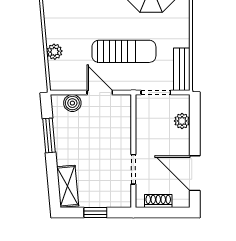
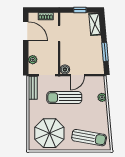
door: (100, 92) -> (77, 75), hinge flipped
boiler: (72, 103) -> (65, 69), moved

